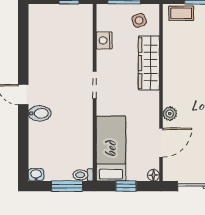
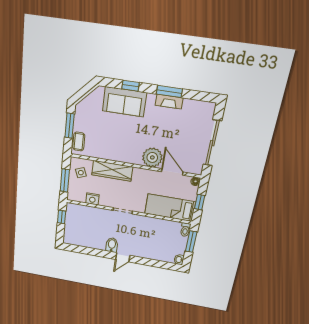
bidet: (40, 113) -> (112, 245), moved
plant: (170, 114) -> (152, 157), width x1.88, depth x1.88

